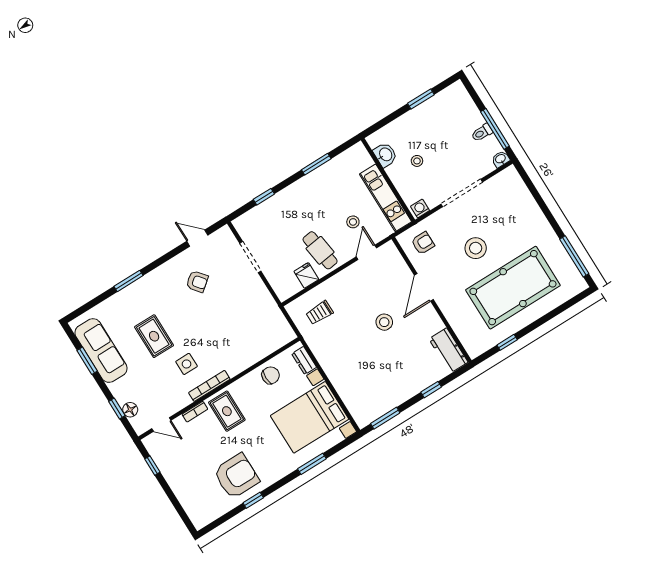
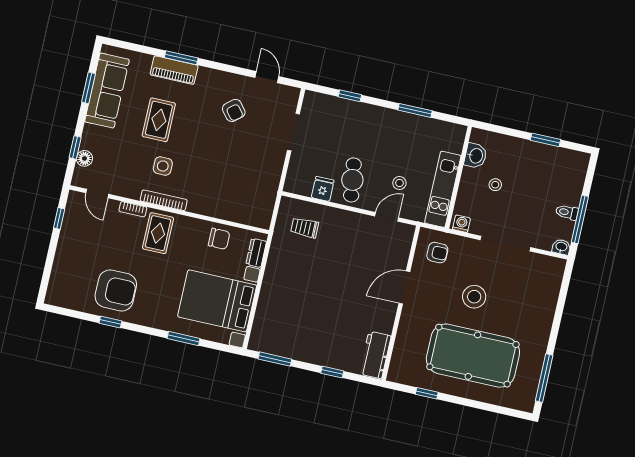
piano: (132, 294) -> (174, 70), added
stool: (384, 322) -> (347, 284), removed

